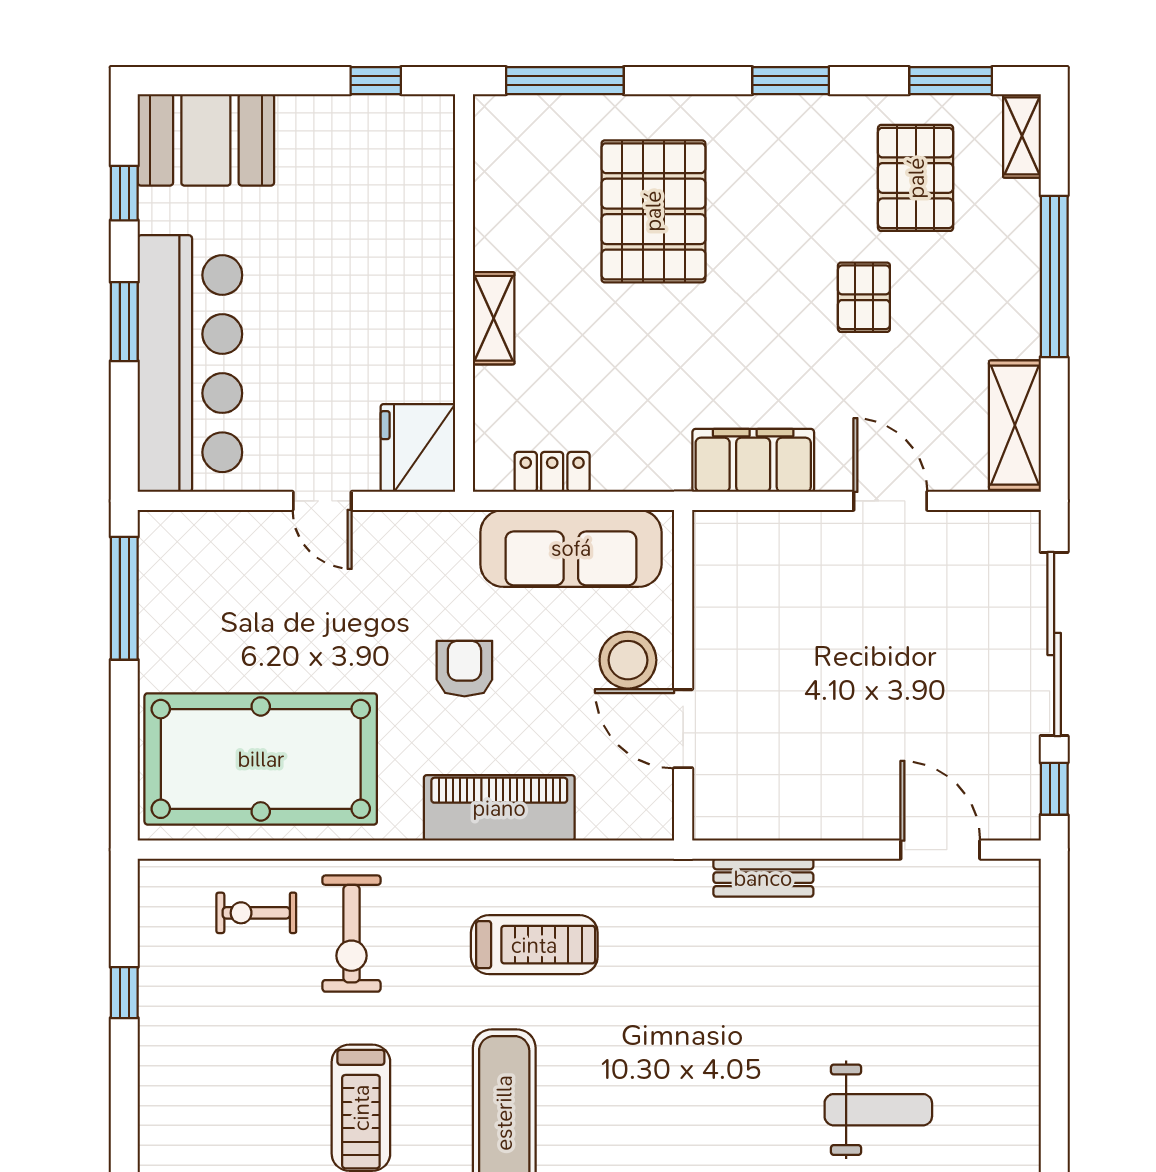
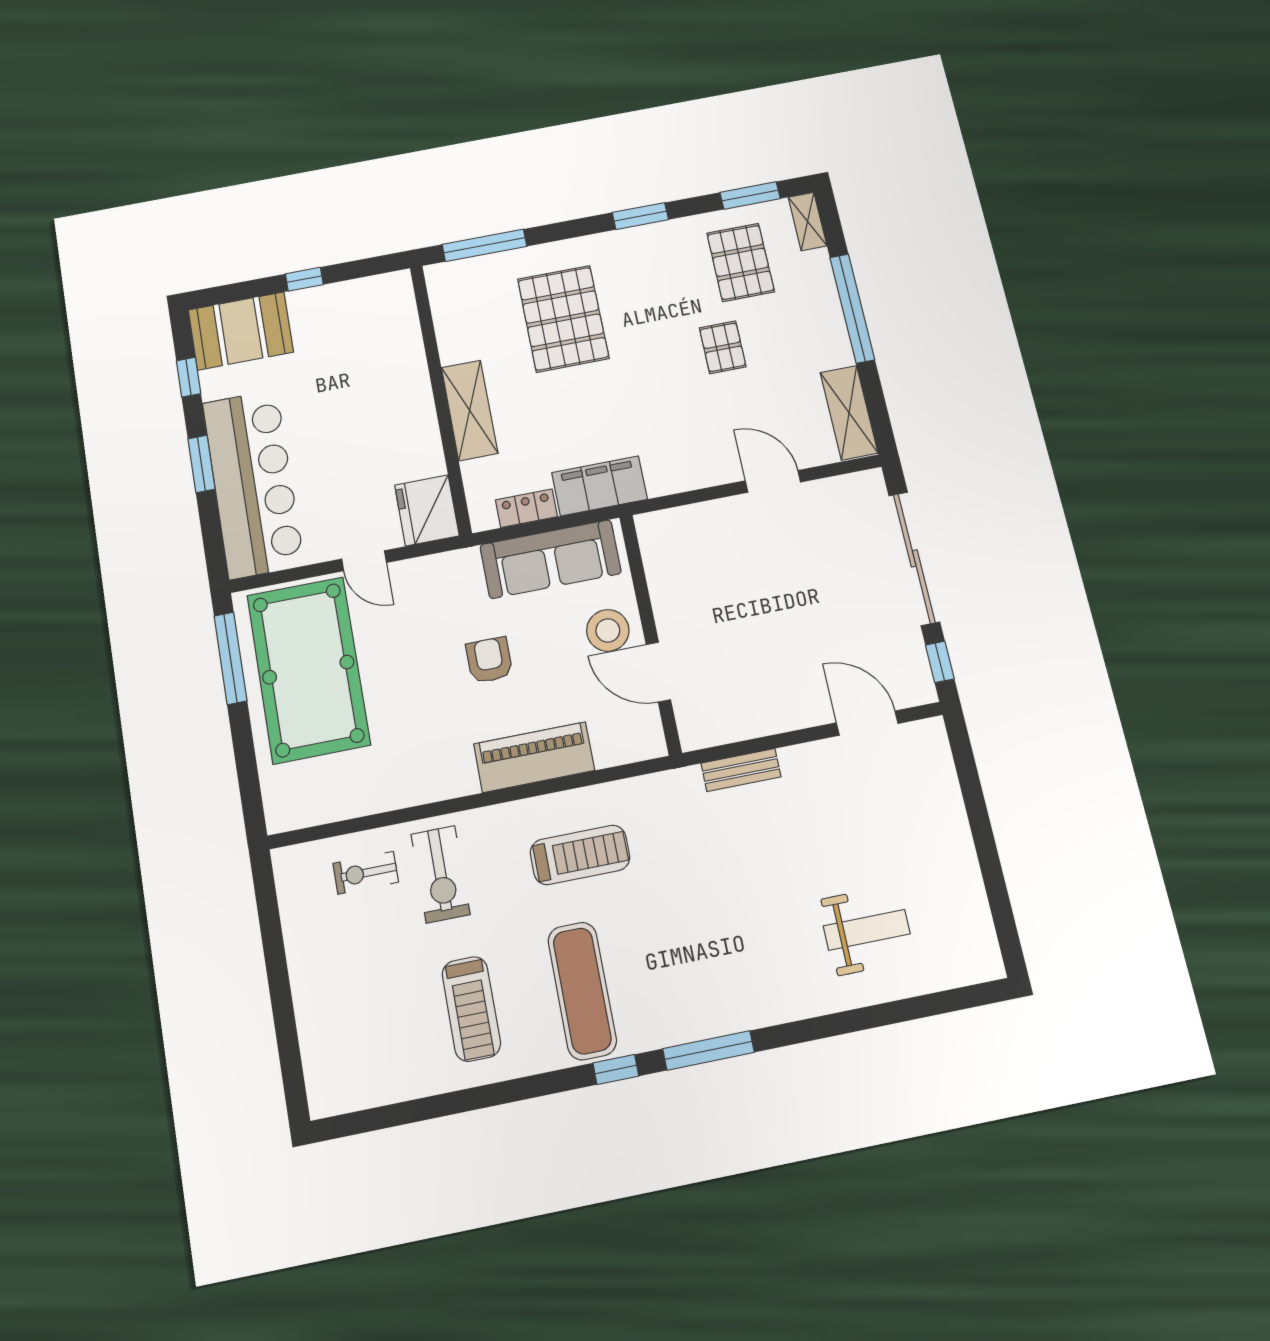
window: (376, 81) -> (304, 279), moved
shelving: (494, 318) -> (470, 410), width x1.50, depth x1.33
filing cabinet: (753, 460) -> (600, 486), moved
pool table: (261, 759) -> (308, 670), moved, turned 90
window: (124, 993) -> (275, 955), removed

